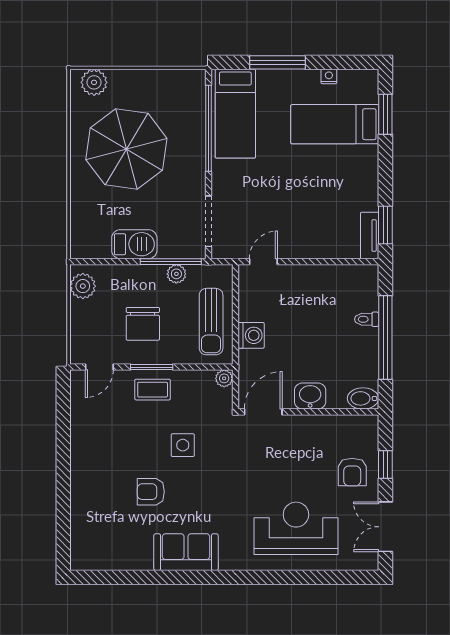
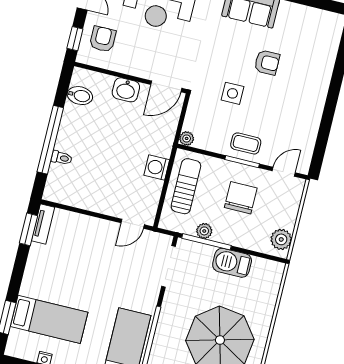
washbasin: (310, 396) -> (126, 90), moved
door: (263, 412) -> (166, 86), moved
wall: (308, 412) -> (130, 78), moved

